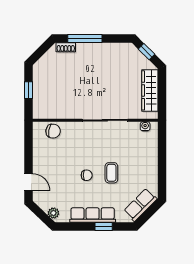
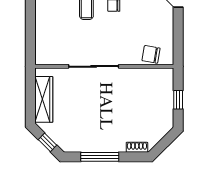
window: (85, 38) -> (100, 157), moved
water cooler: (145, 126) -> (49, 60), removed

